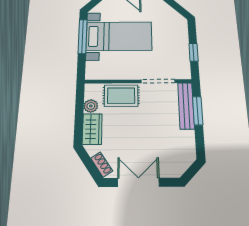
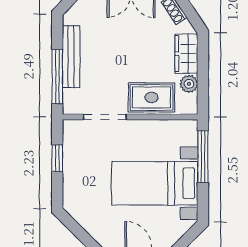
window: (83, 36) -> (203, 157), moved
bench: (186, 106) -> (71, 57), moved
window: (198, 111) -> (57, 76), width x1.44

